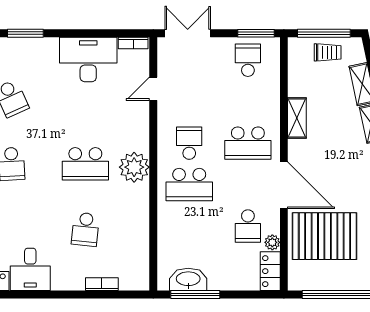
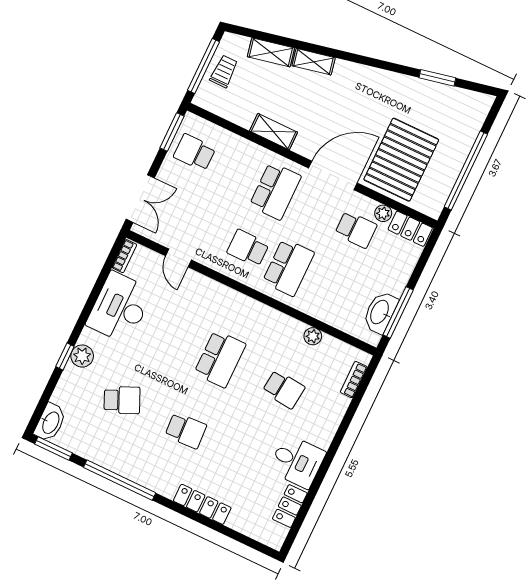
window: (25, 33) -> (65, 356), width x0.67
double door: (188, 33) -> (140, 199), swing flipped
plant: (33, 47) -> (82, 356), added
plant: (134, 167) -> (313, 336), moved, width x0.53, depth x0.53
bookcase: (102, 284) -> (354, 380), moved

